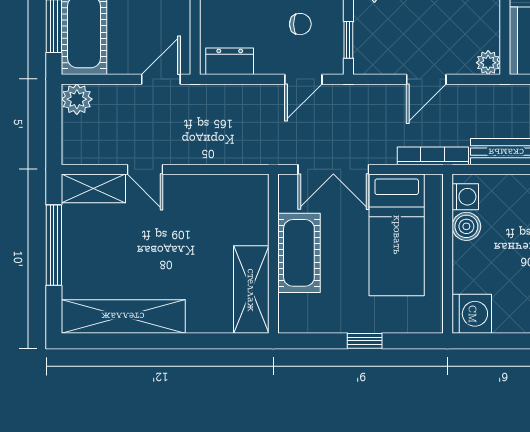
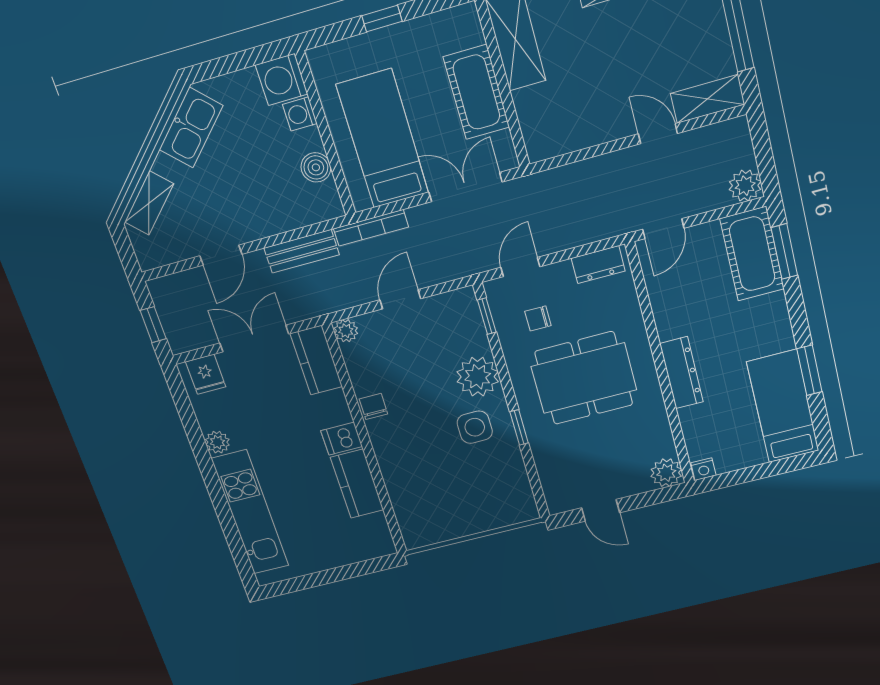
washing machine: (465, 197) -> (300, 114), moved

